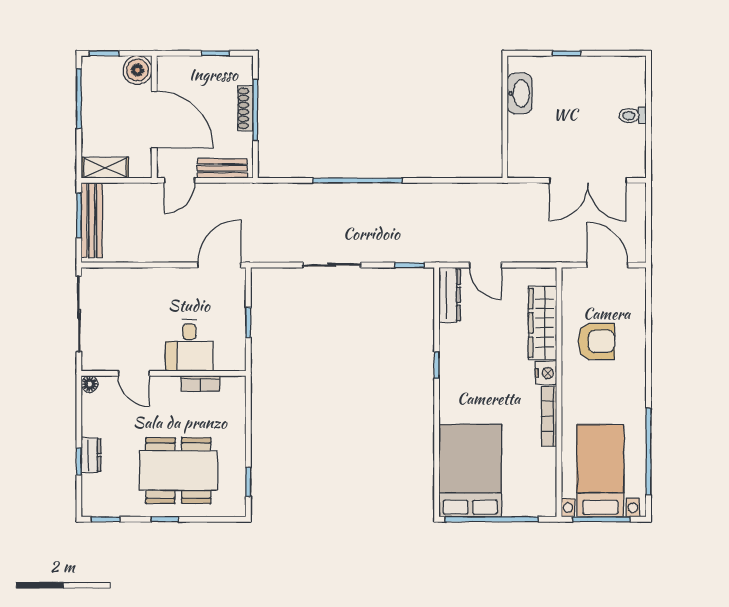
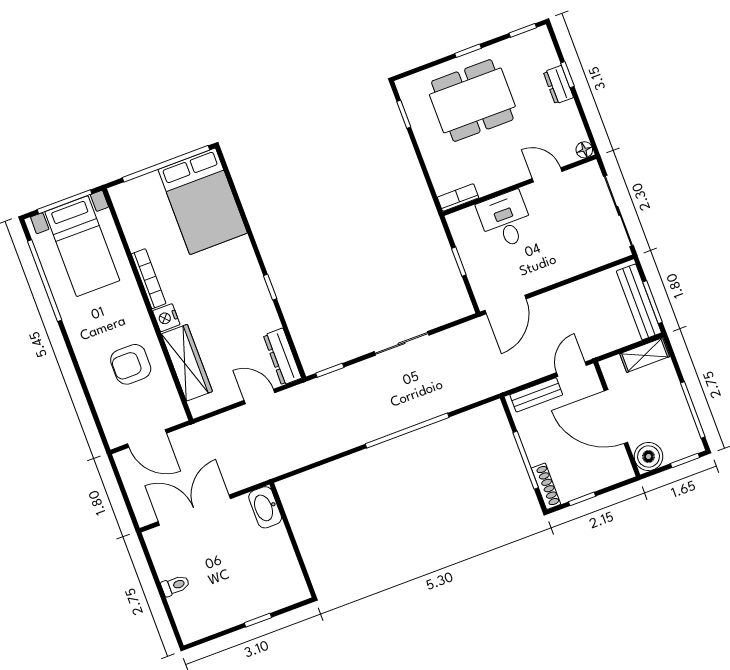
washbasin: (520, 93) -> (265, 507), moved
shoe rack: (245, 108) -> (546, 486), moved
bookcase: (200, 384) -> (458, 197), moved

